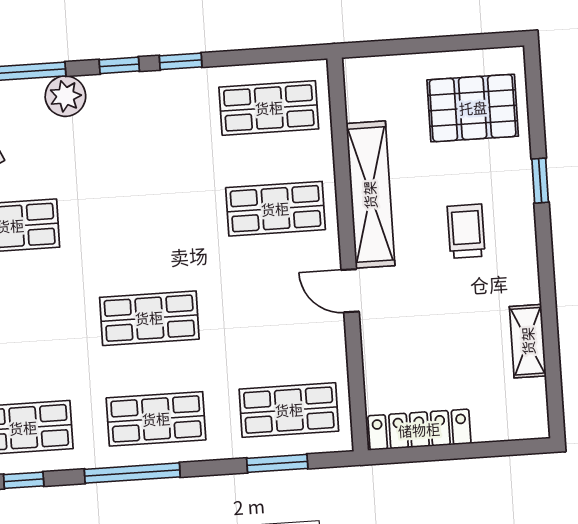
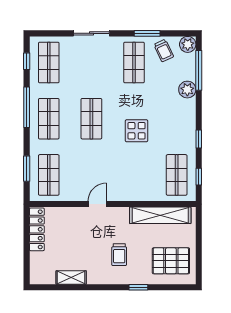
window: (119, 65) -> (199, 177), moved
pallet: (473, 108) -> (171, 261), turned 90
shelving: (370, 195) -> (160, 215), moved
shop shelf: (275, 209) -> (134, 175), removed
display table: (171, 210) -> (137, 131), added
trolley: (466, 231) -> (119, 255), turned 90

